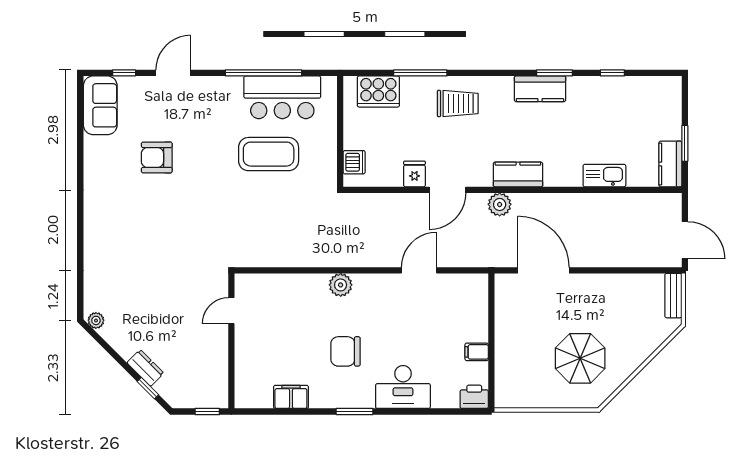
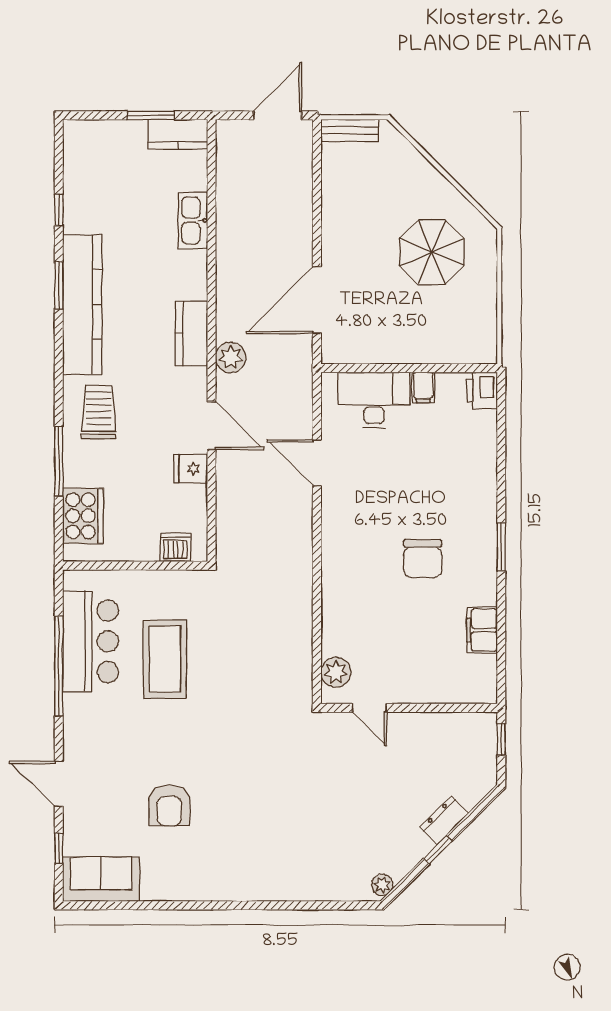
kitchen counter: (540, 89) -> (82, 305), width x2.08, depth x1.17
plant: (341, 285) -> (336, 672), moved
desk: (403, 387) -> (374, 400), moved, turned -90
window: (148, 388) -> (438, 850), moved

